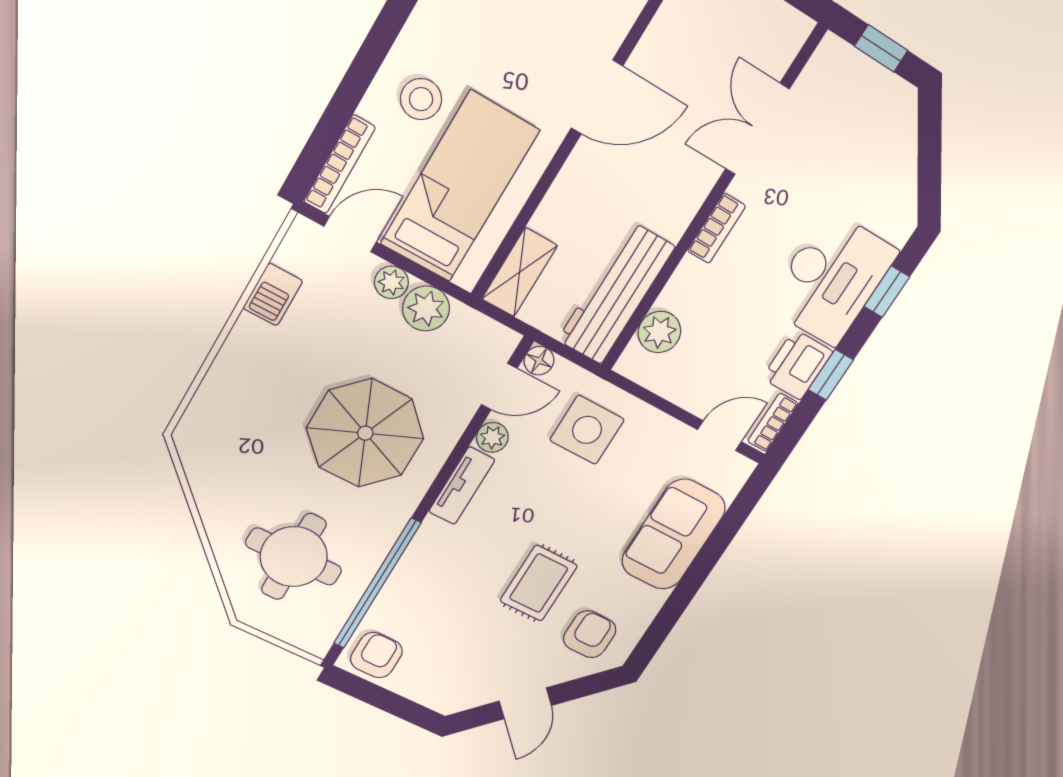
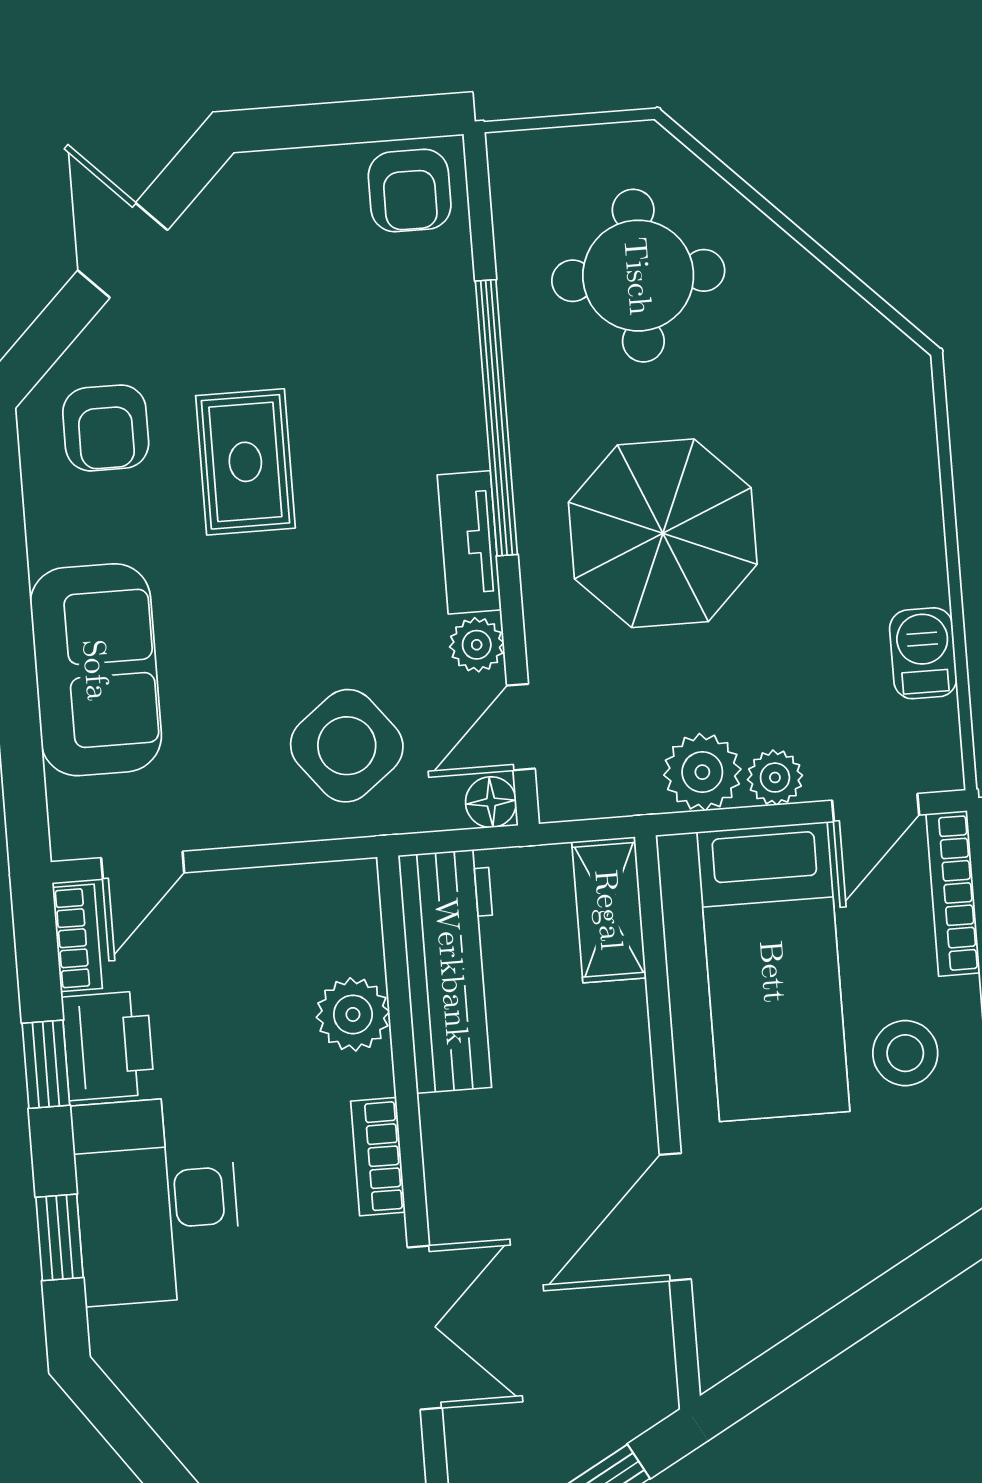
plant: (659, 332) -> (353, 1014), moved
side table: (587, 430) -> (347, 746), turned -38
window: (377, 583) -> (496, 418), moved

